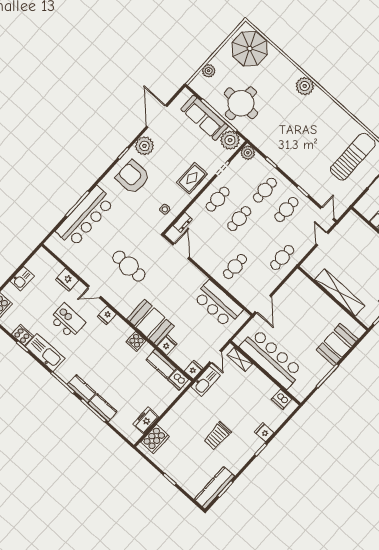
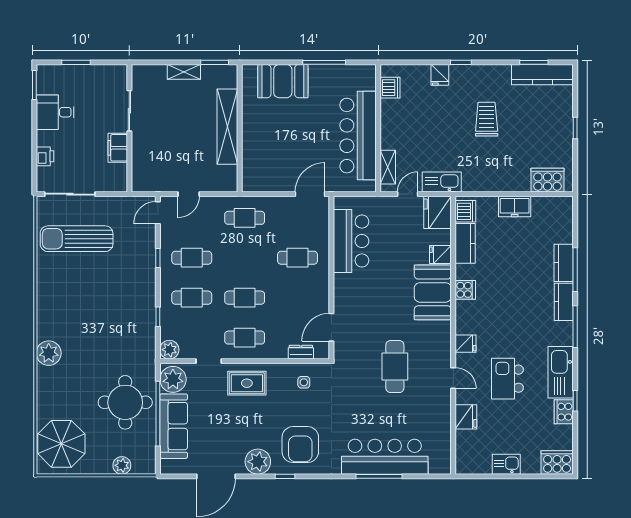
fridge: (194, 370) -> (438, 212), width x1.88, depth x1.34
freezer: (146, 421) -> (515, 207), moved
trolley: (218, 436) -> (487, 119), turned -90

